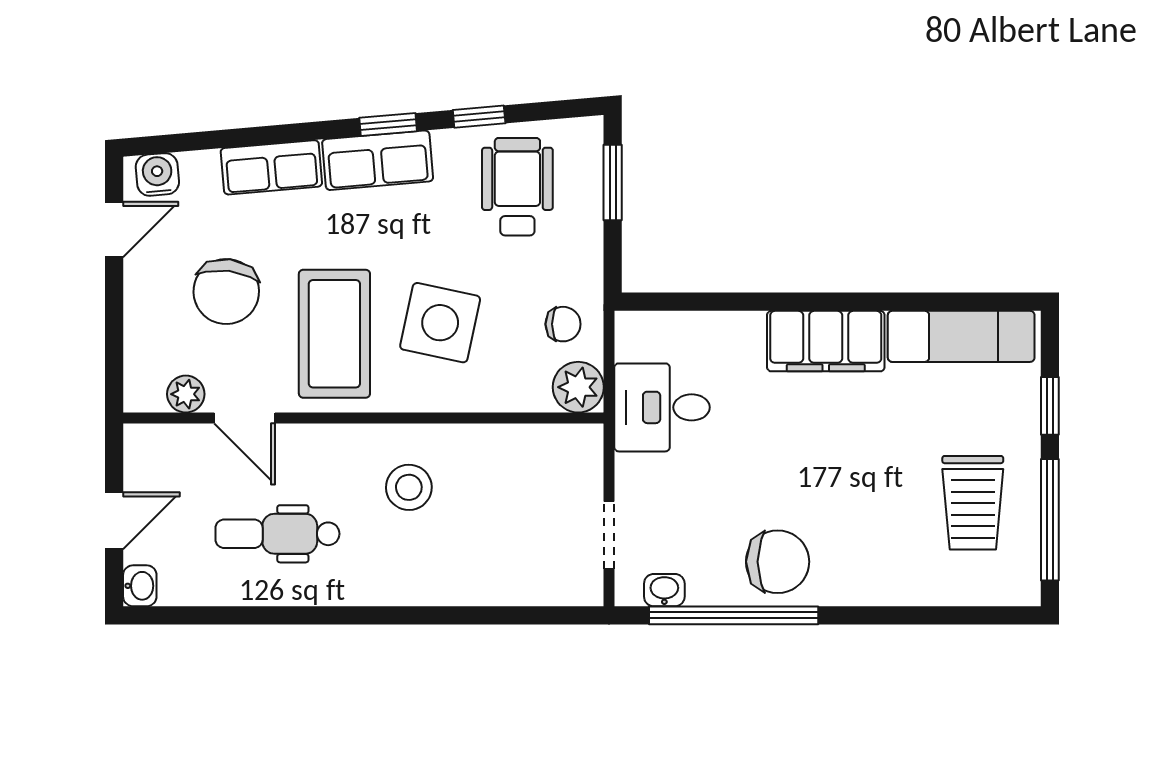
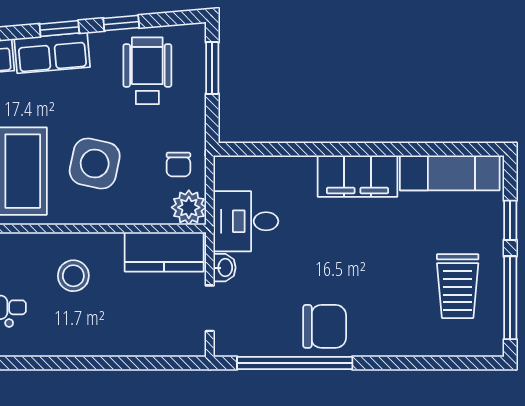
chair: (563, 324) -> (178, 164), turned 90
kitchen counter: (542, 452) -> (164, 252), added
washbasin: (664, 590) -> (225, 268), moved, turned 90

